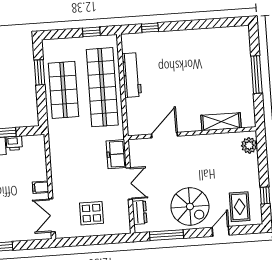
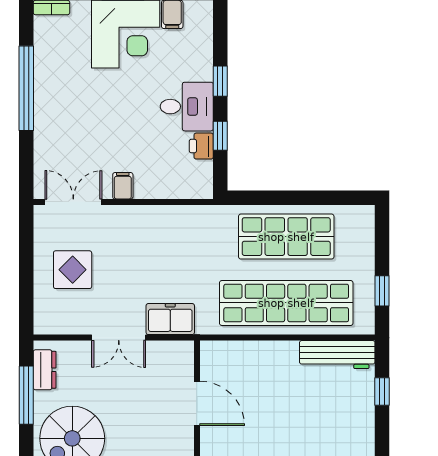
window: (39, 72) -> (319, 198), removed
workbench: (132, 75) -> (337, 355), moved
dresser: (140, 212) -> (45, 370), moved, turned -90

